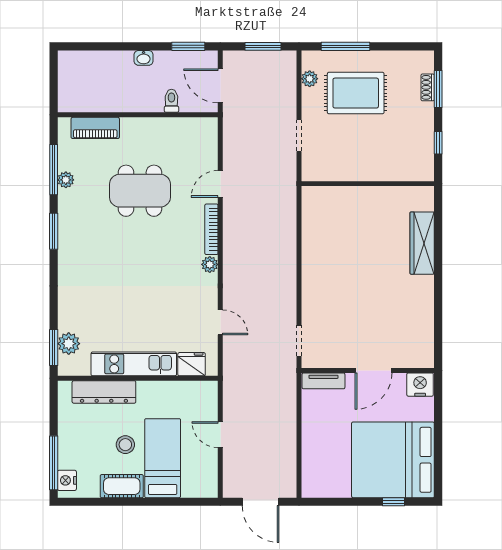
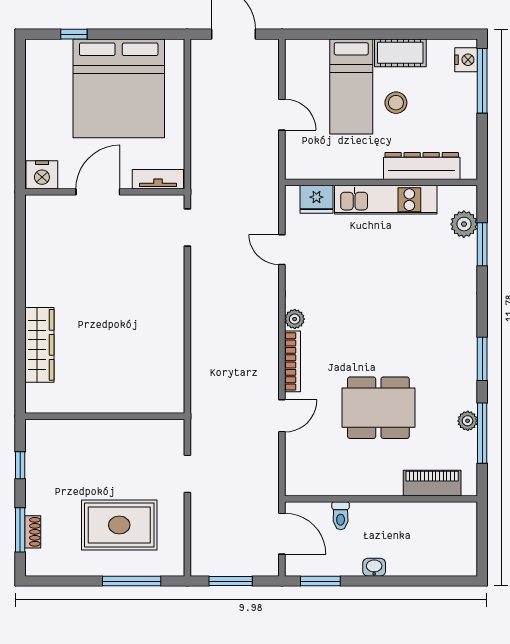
plant: (310, 79) -> (175, 542), removed
window: (54, 347) -> (482, 244), moved
bed: (393, 460) -> (119, 88), moved, turned 90

